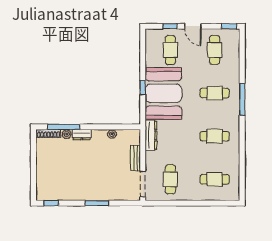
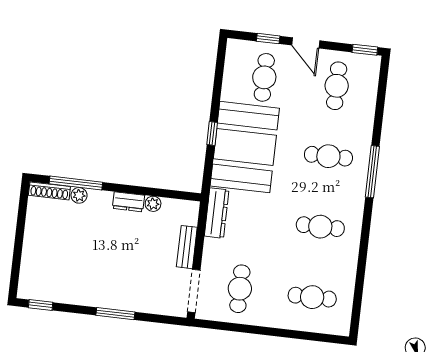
dresser: (82, 135) -> (128, 202), moved

